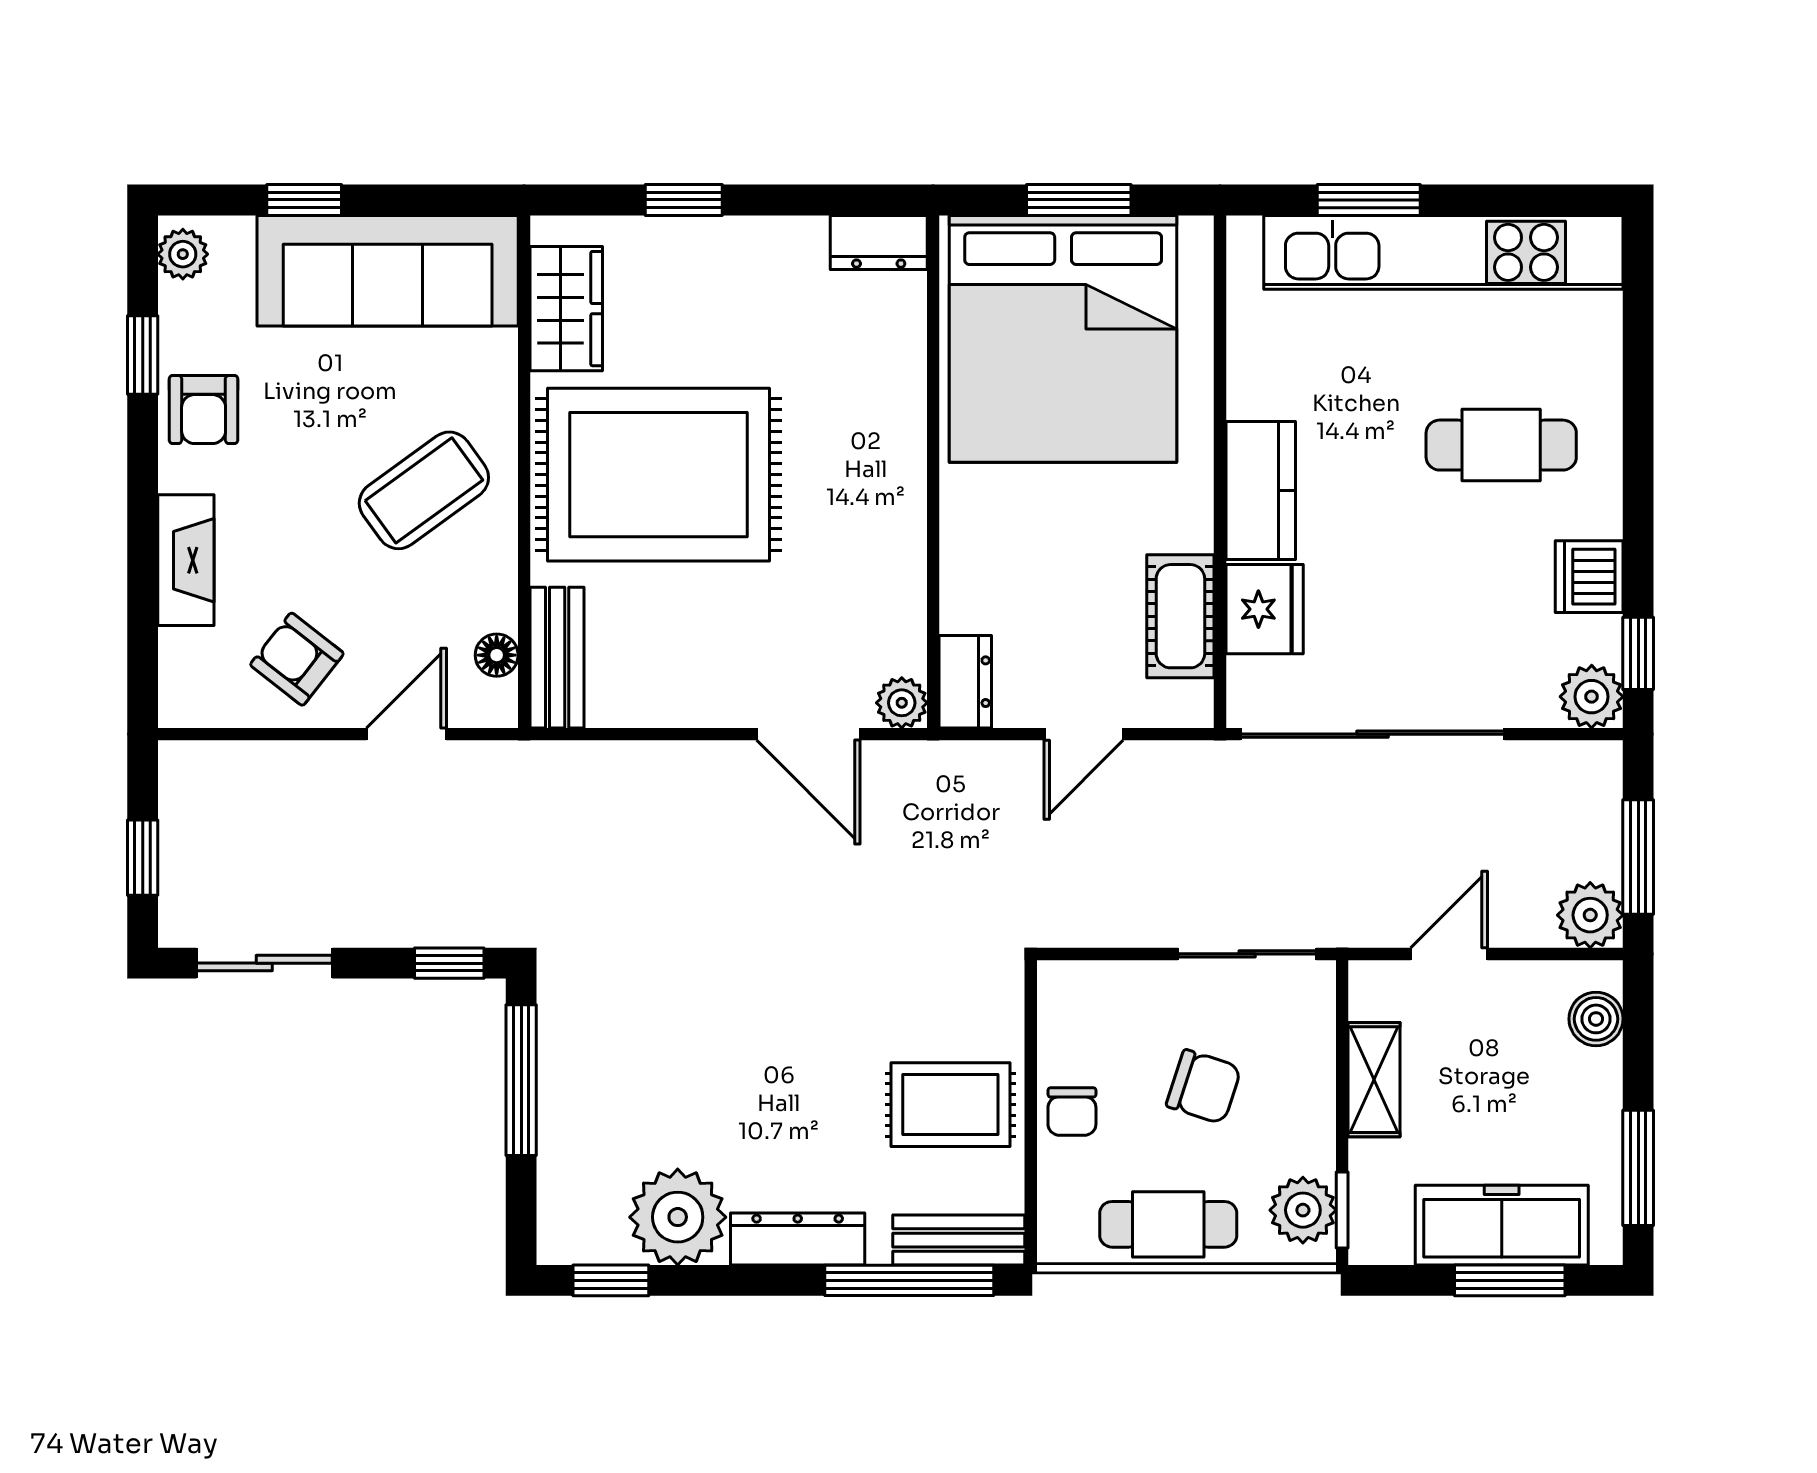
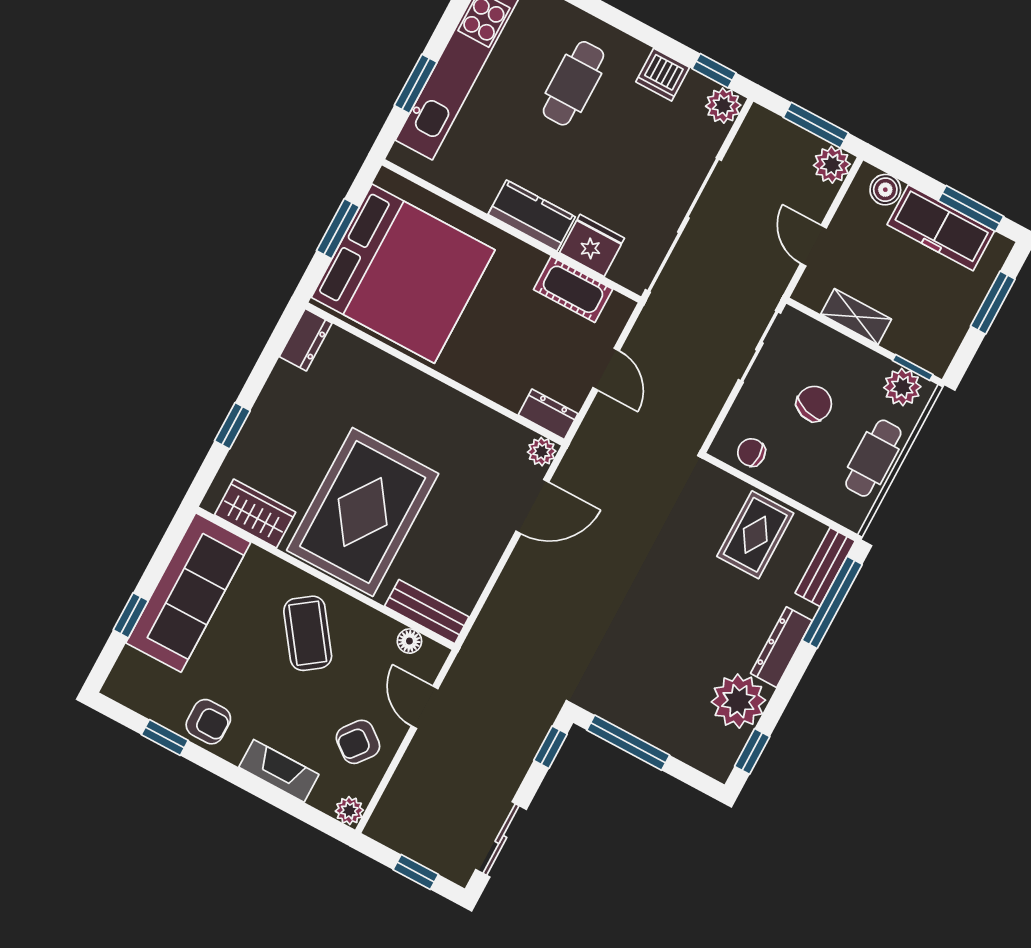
plant: (183, 254) -> (349, 811), moved
chair: (1072, 1112) -> (751, 452), moved, turned 180
freezer: (1502, 1225) -> (941, 228), moved, turned -90

